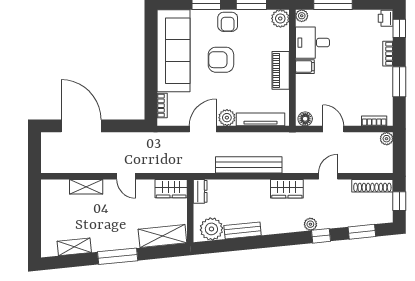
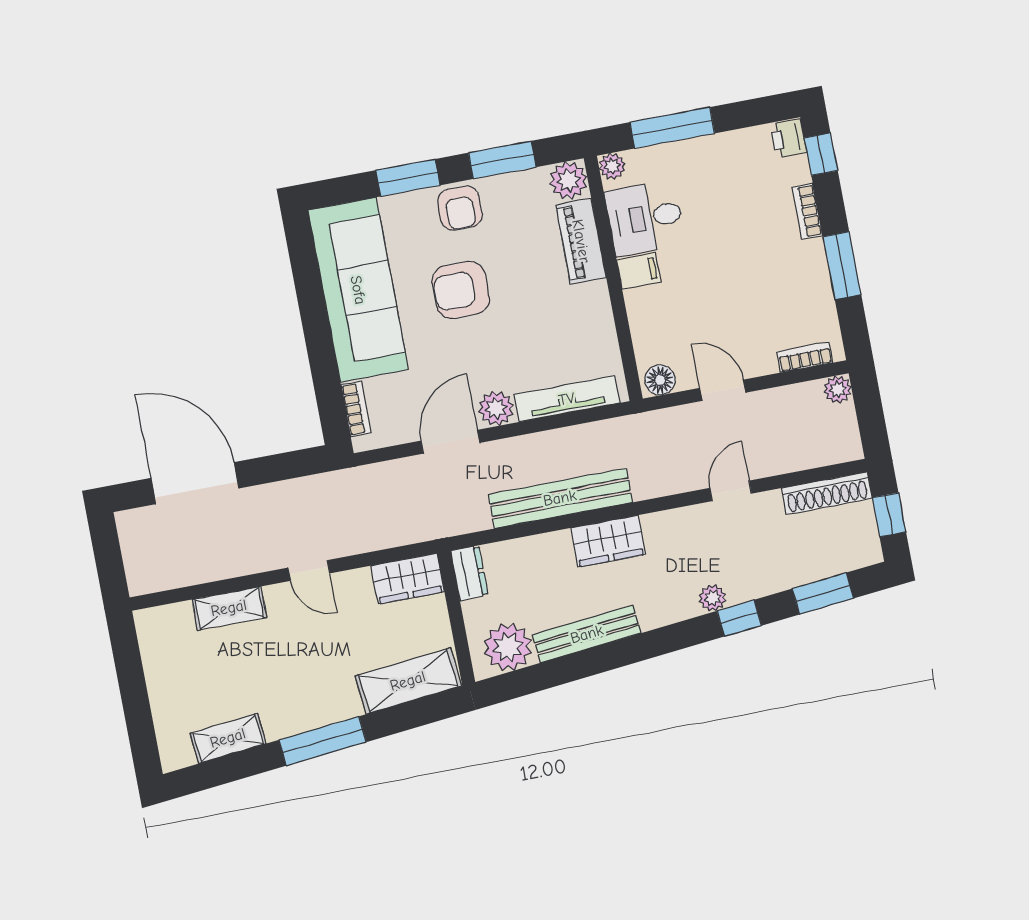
piano: (281, 70) -> (581, 241), moved
wardrobe: (287, 189) -> (608, 541), moved
bench: (243, 230) -> (587, 634), width x1.36

